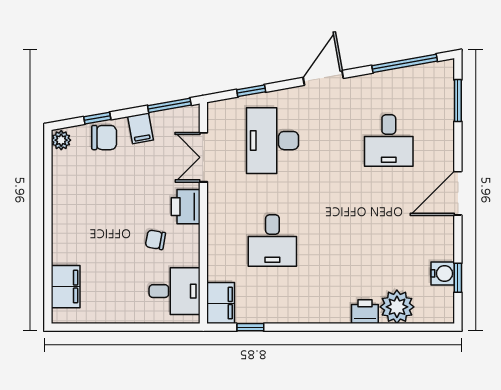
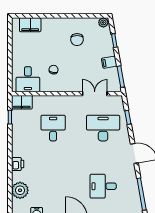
chair: (104, 138) -> (77, 40), moved
printer: (186, 207) -> (70, 85), removed
desk: (272, 241) -> (53, 128), turned 90
printer: (365, 312) -> (18, 164), moved

